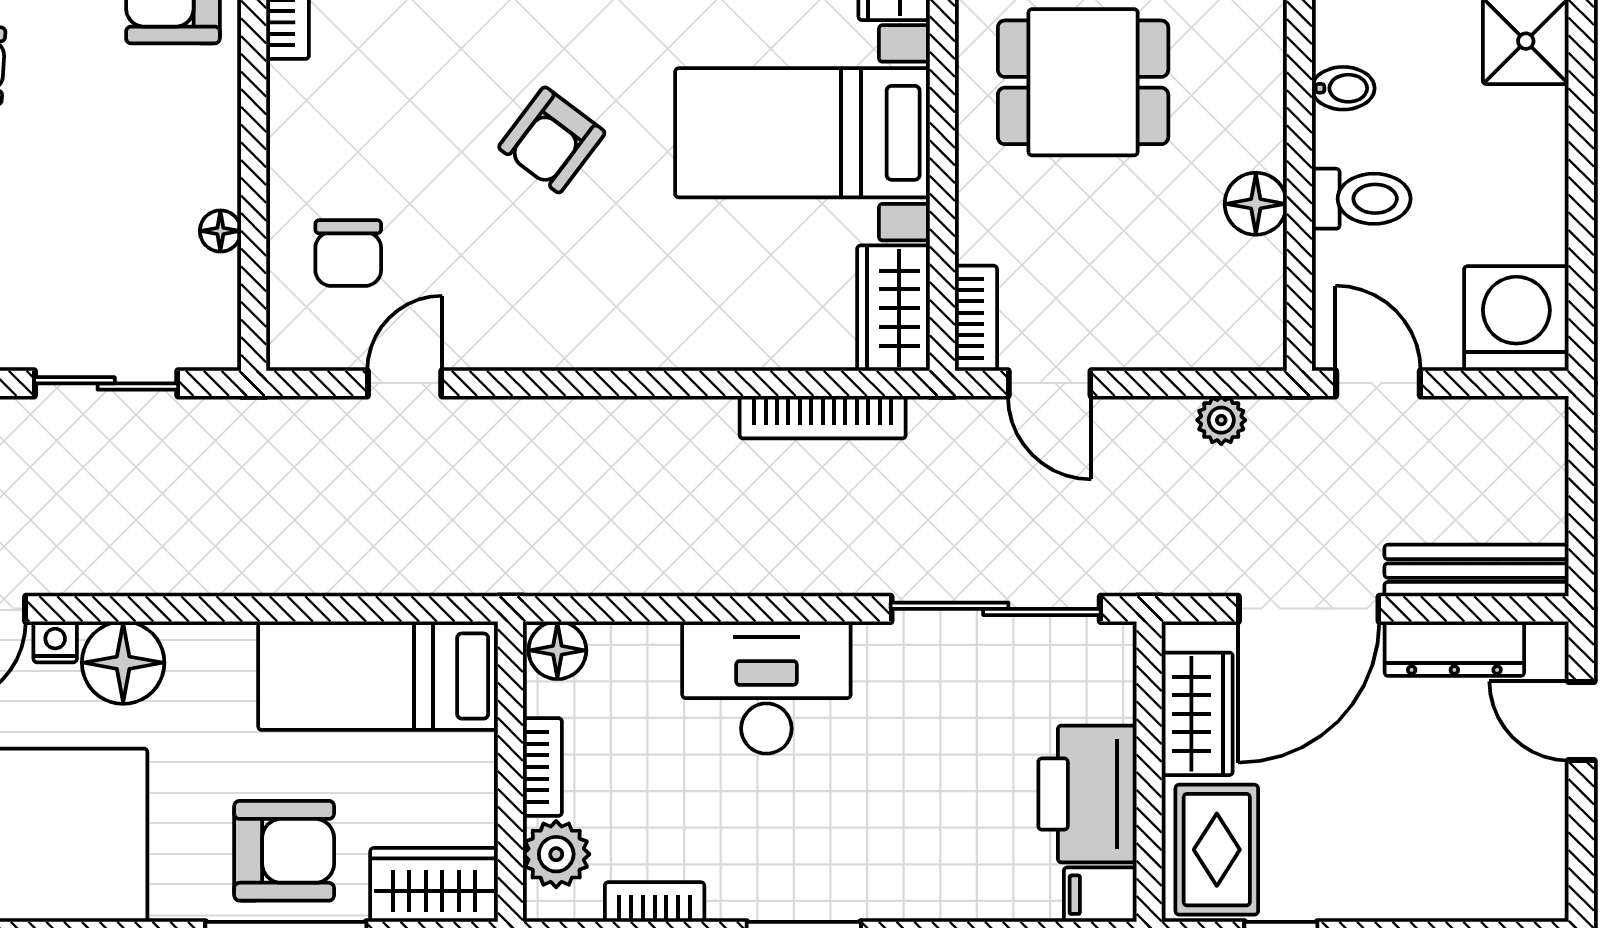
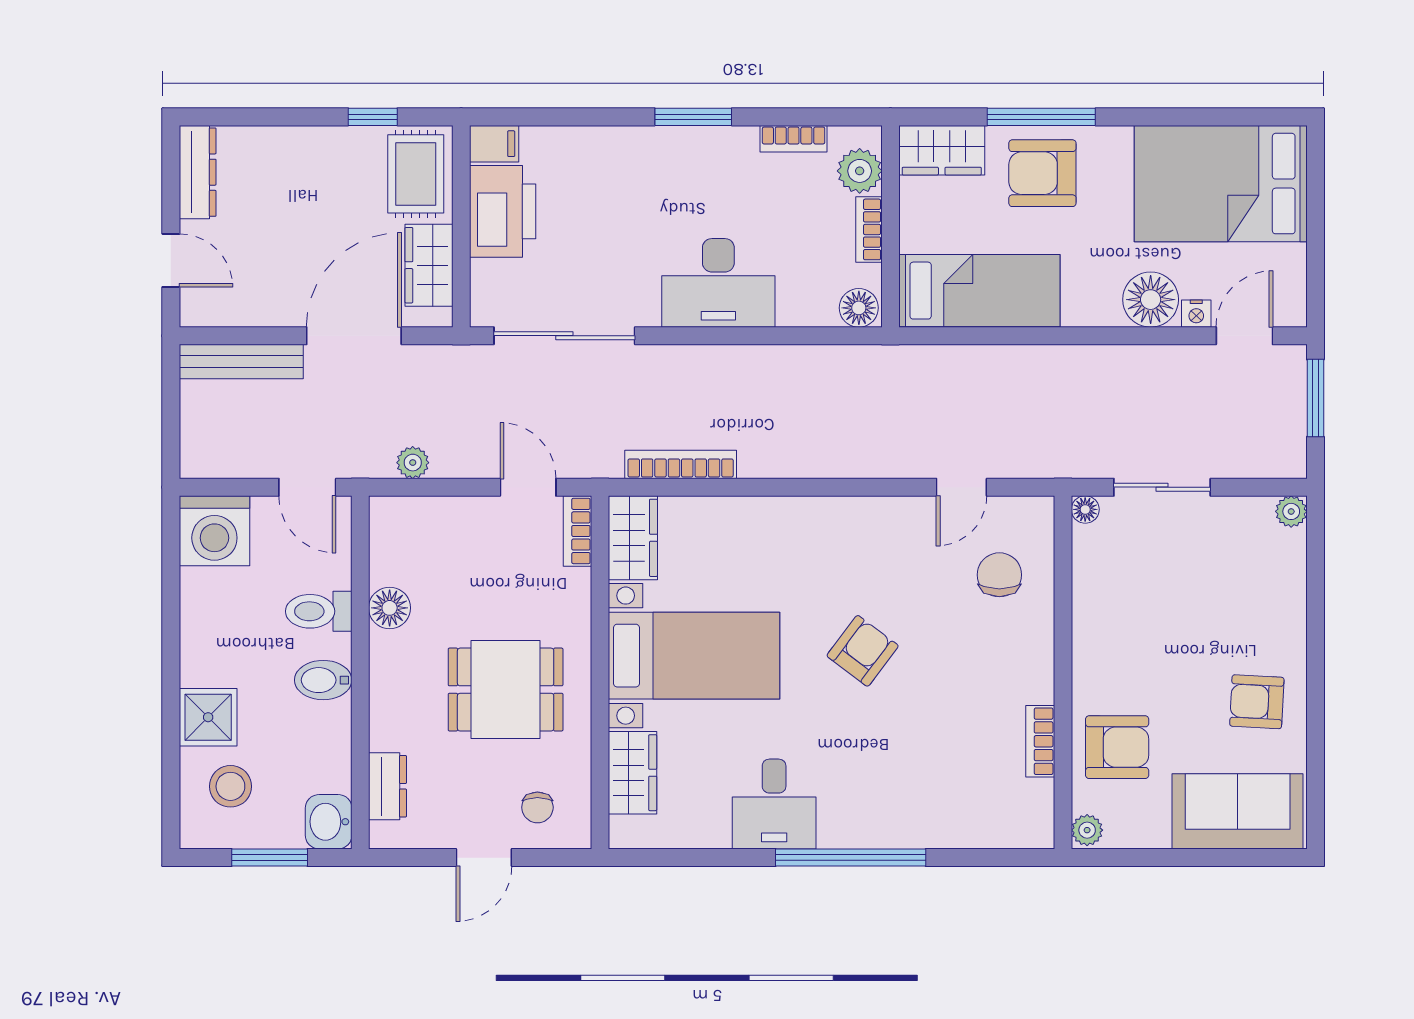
bidet: (1343, 88) -> (323, 680), width x1.38, depth x1.36
floor lamp: (220, 231) -> (1085, 509), moved
dresser: (1454, 649) -> (198, 172), moved, turned 90

